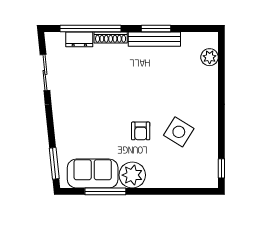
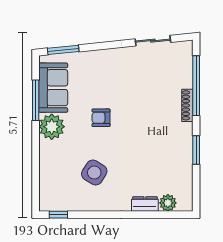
dresser: (79, 39) -> (145, 204), moved, turned 90
bench: (154, 39) -> (186, 149), removed
armchair: (141, 131) -> (101, 118), moved

